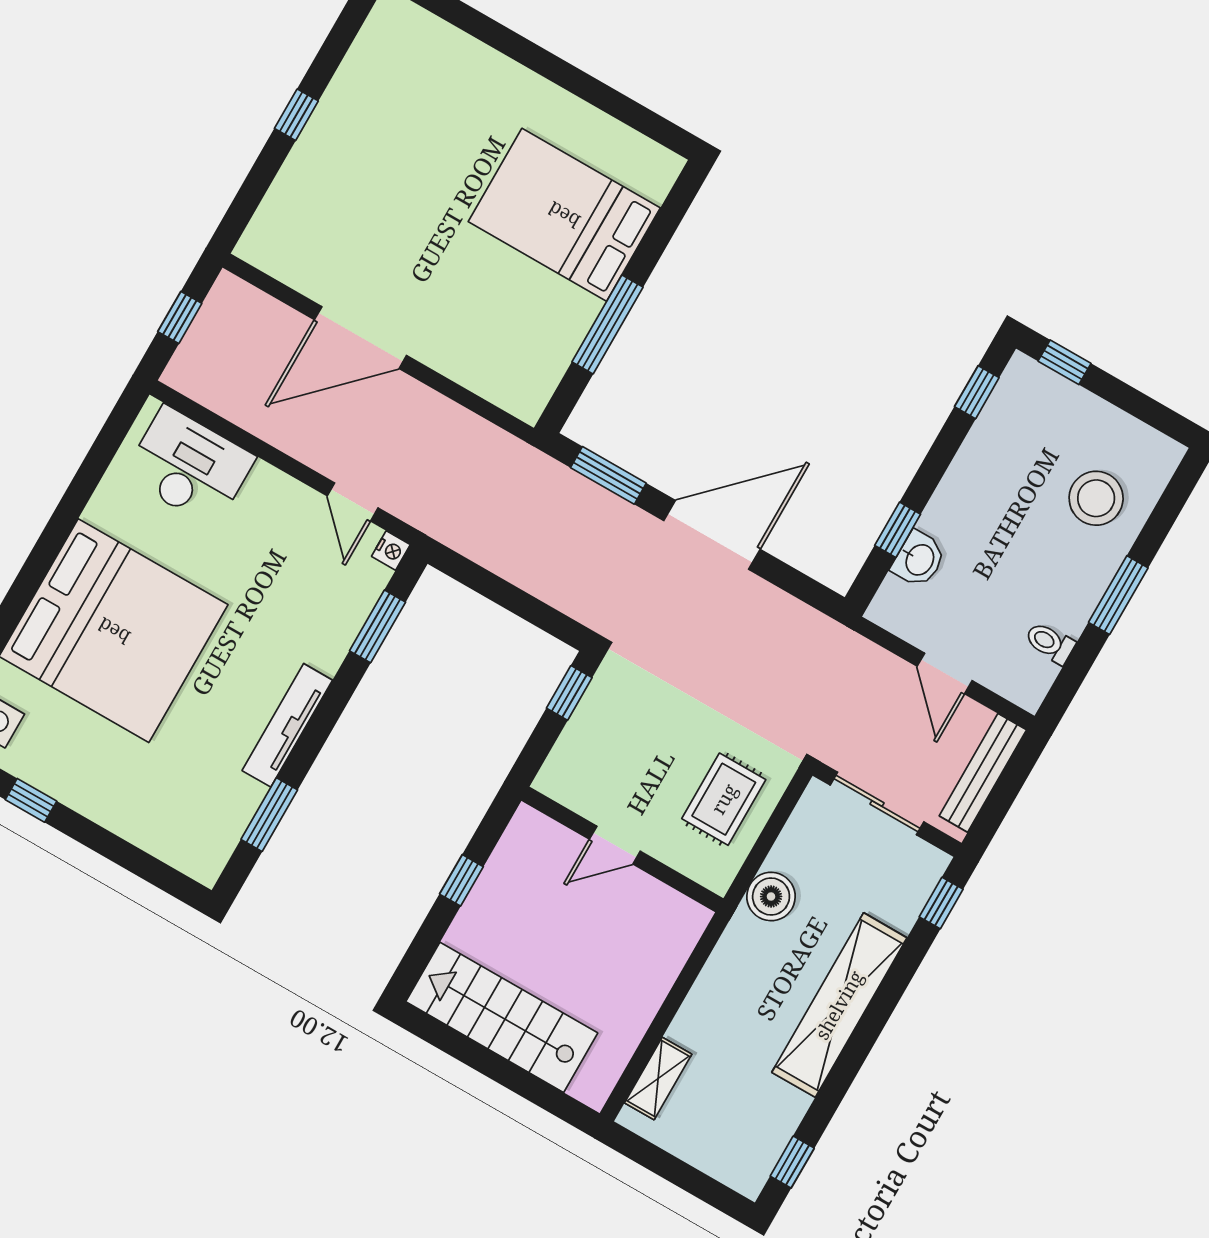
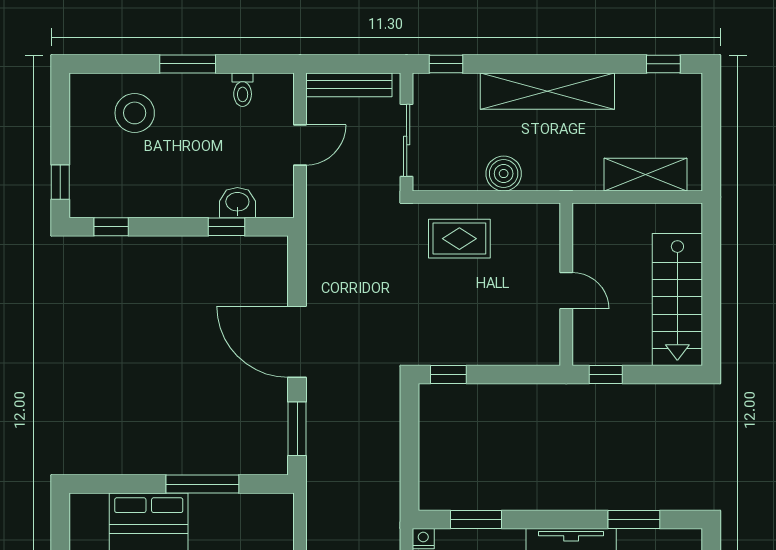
door: (615, 845) -> (566, 291), moved
wall: (622, 849) -> (566, 284), moved
shelving: (658, 1078) -> (646, 175), width x1.50, depth x1.33

